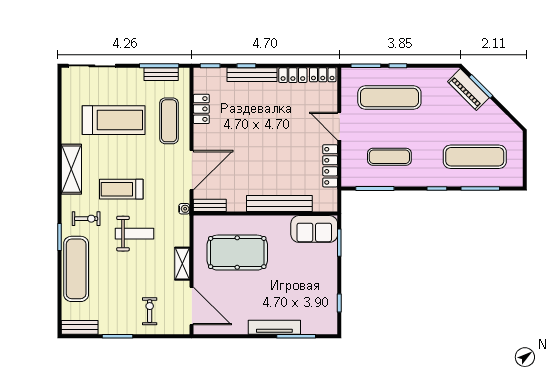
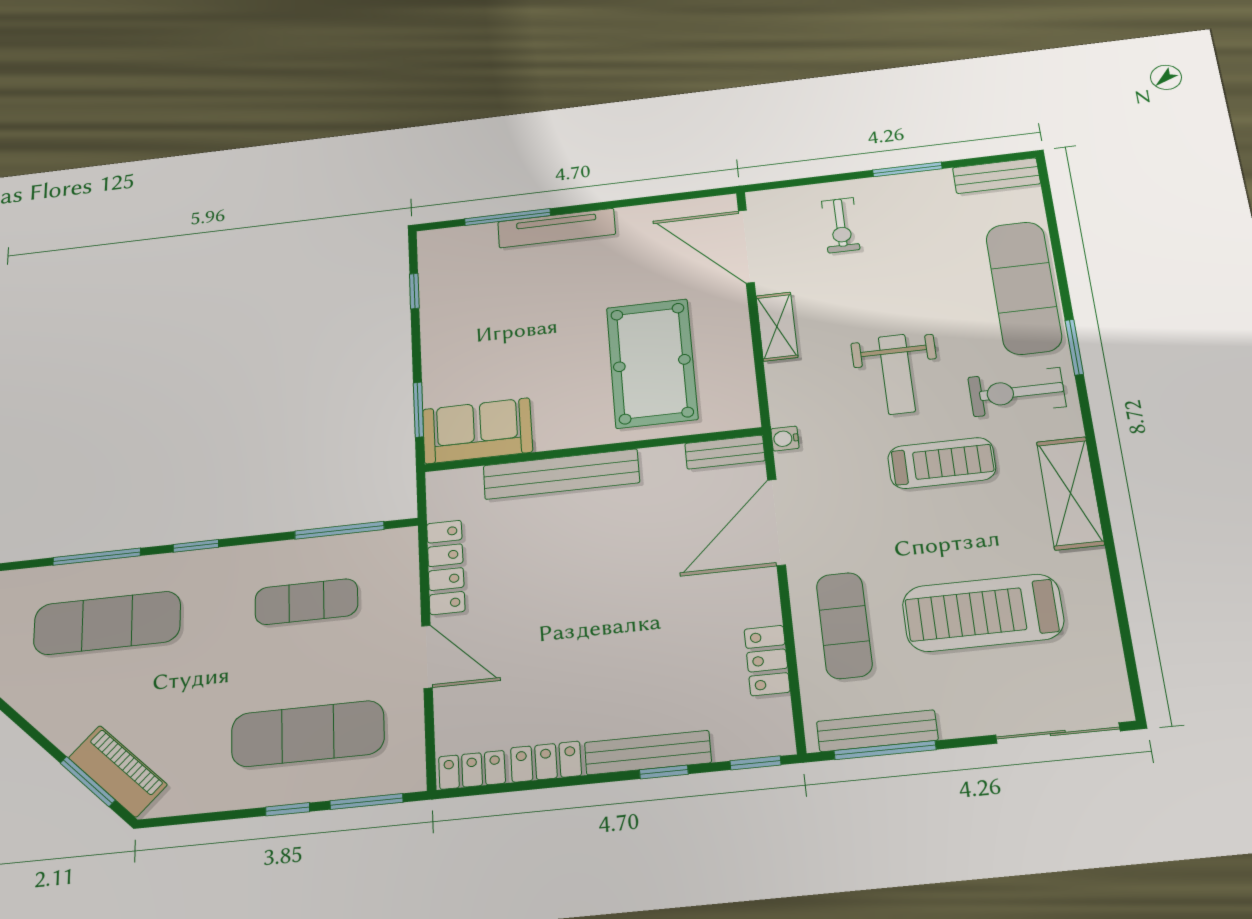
bench: (161, 74) -> (877, 731), width x1.36
exercise bike: (86, 219) -> (1017, 392), width x1.38, depth x1.39
weight bench: (134, 234) -> (897, 374), turned -90
pool table: (237, 253) -> (652, 363), turned 90

